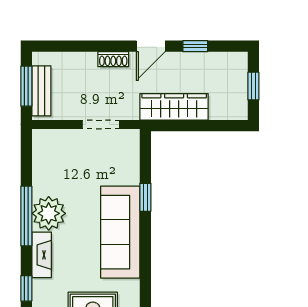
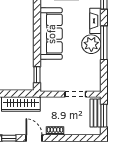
door: (151, 46) -> (34, 138), hinge flipped
doorway: (101, 124) -> (75, 94), moved
window: (145, 197) -> (37, 75), moved

